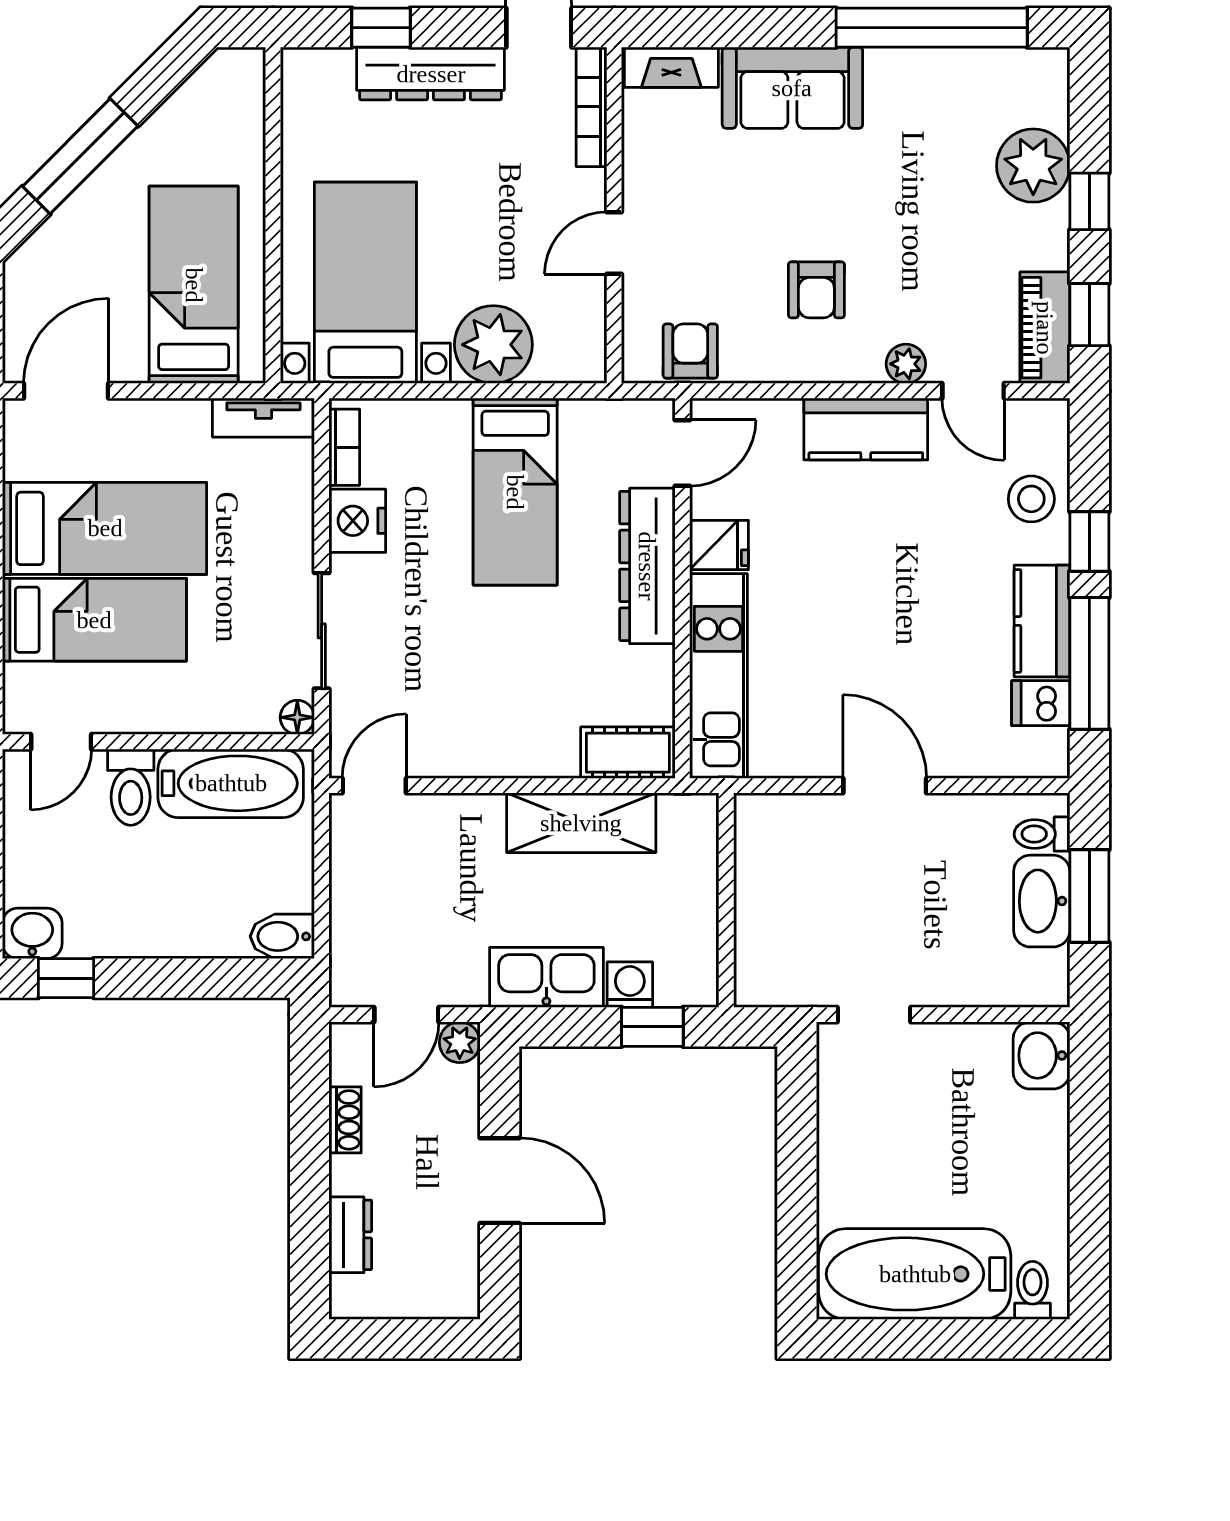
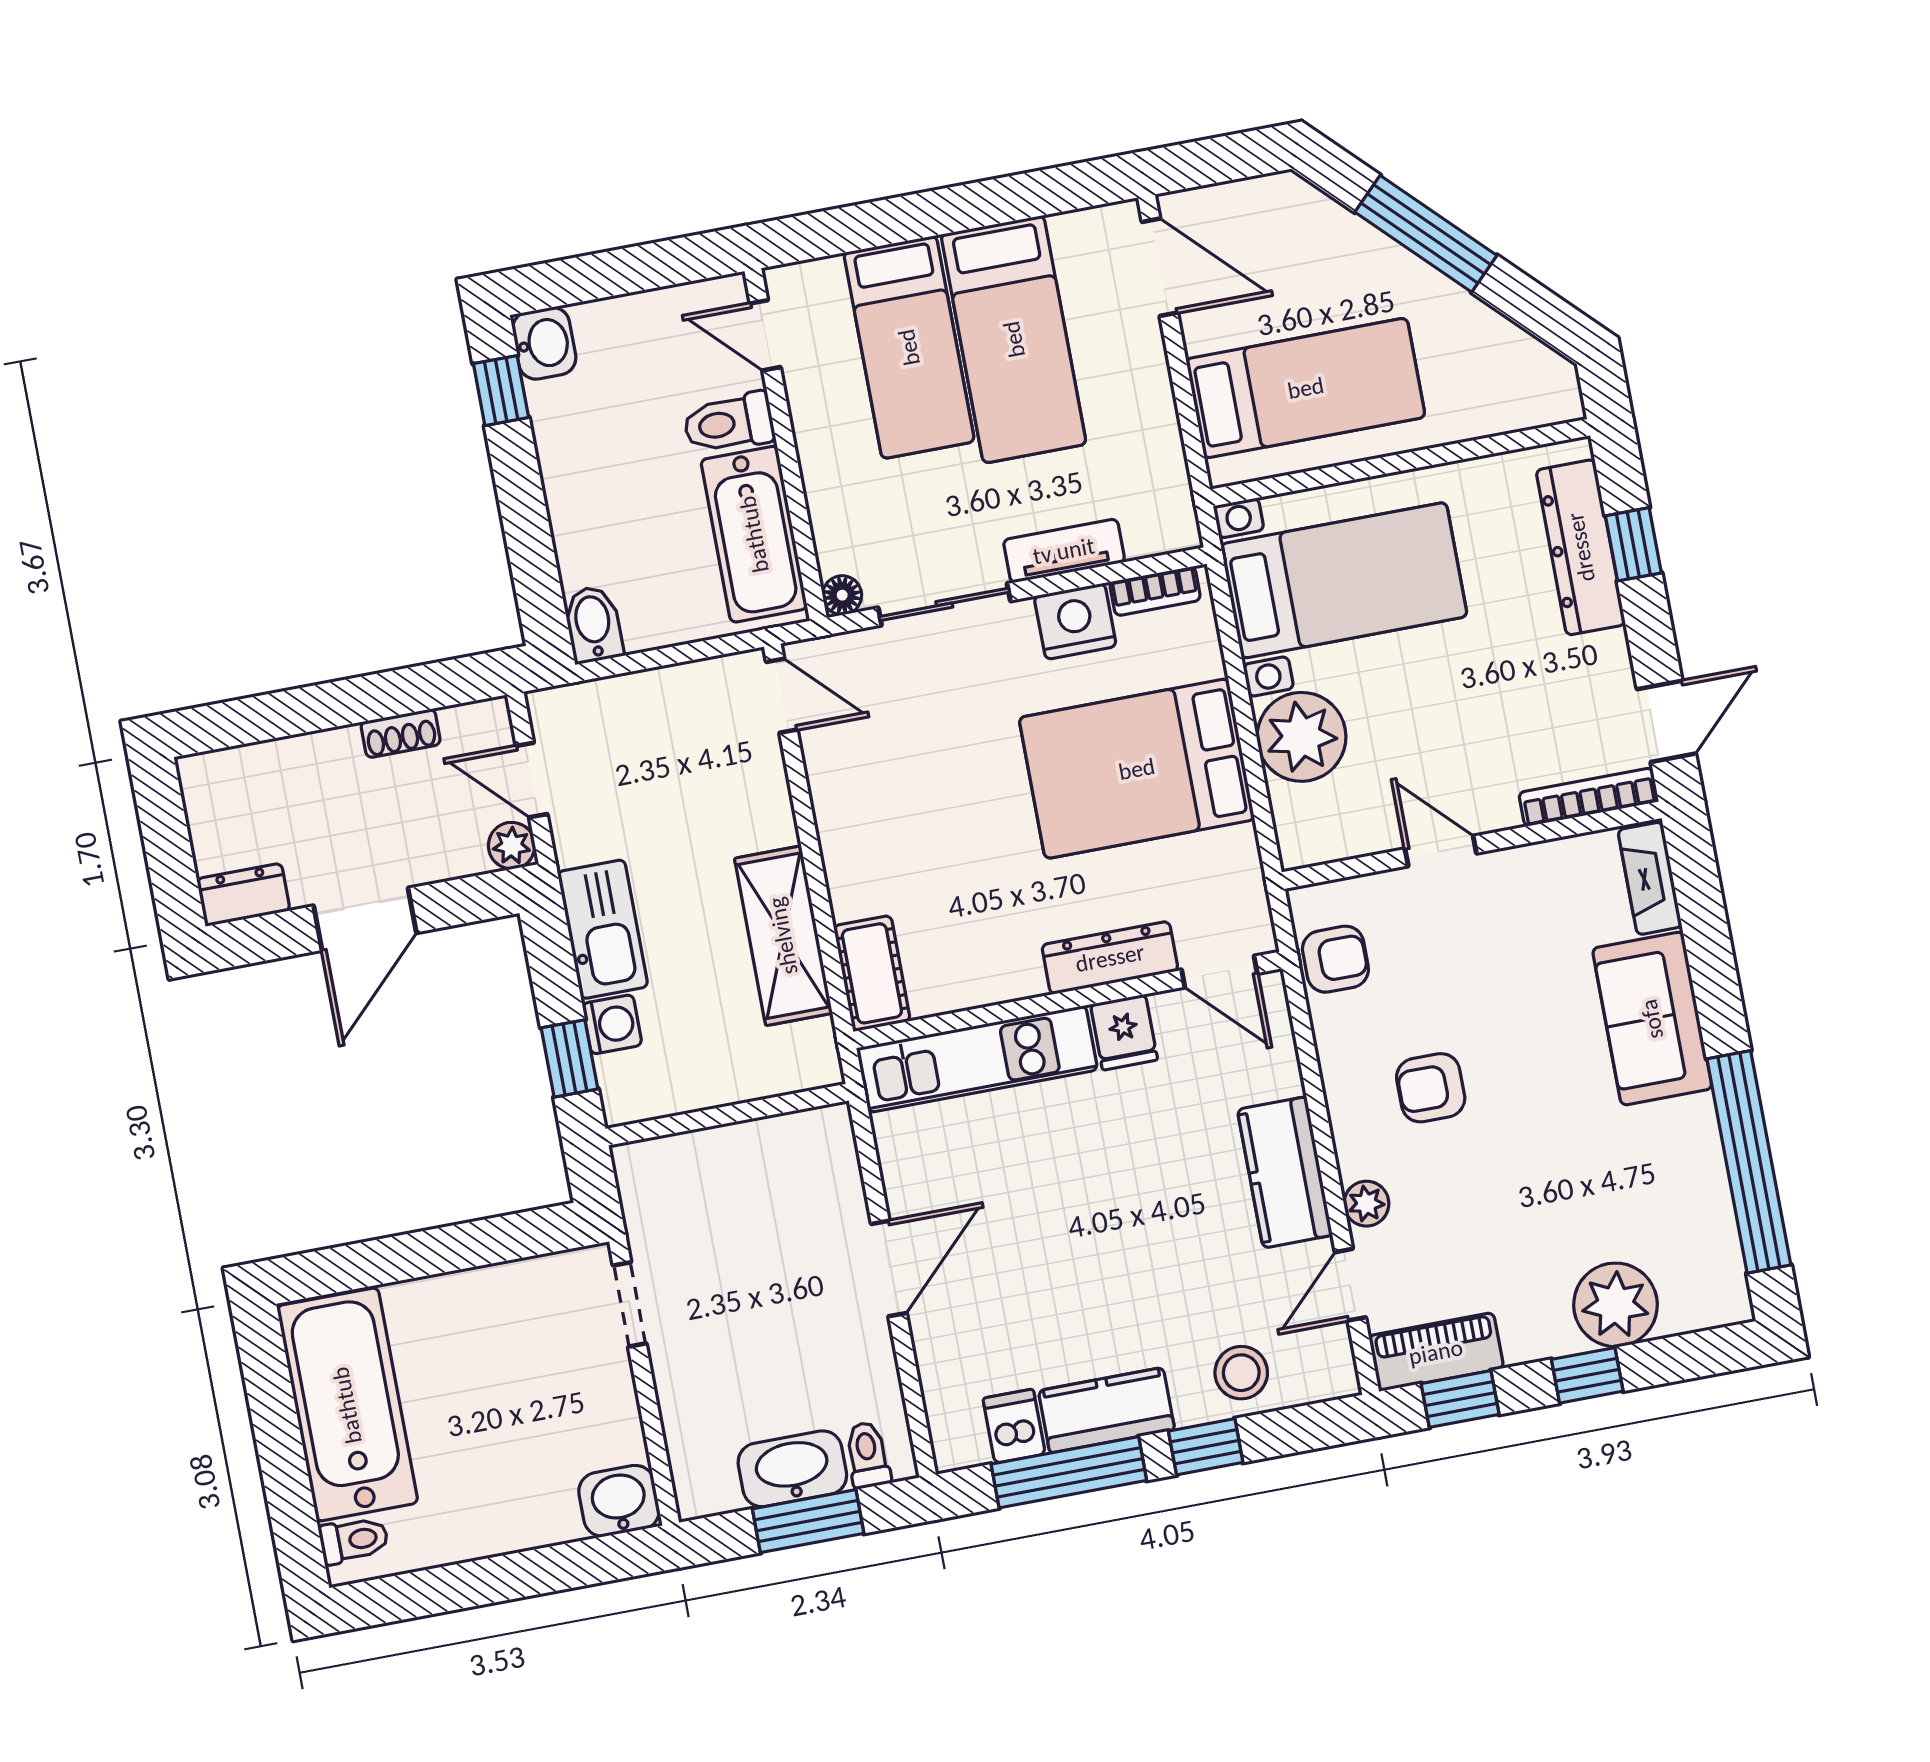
dresser: (431, 74) -> (1581, 547), moved
tv unit: (263, 418) -> (1064, 551), moved, turned 90
bed: (515, 492) -> (1137, 769), width x1.50
dresser: (647, 566) -> (1110, 958), width x0.73, depth x0.80
dresser: (350, 1235) -> (243, 895), moved, turned 180

